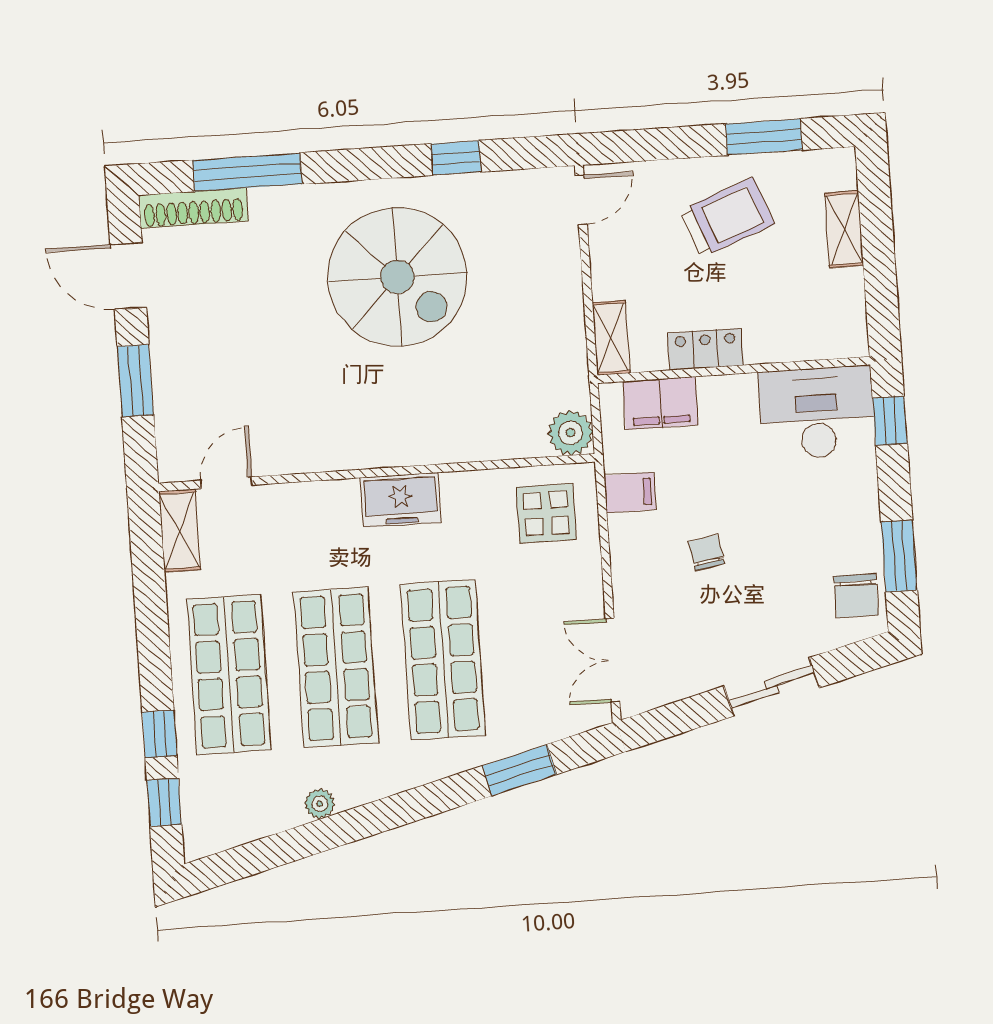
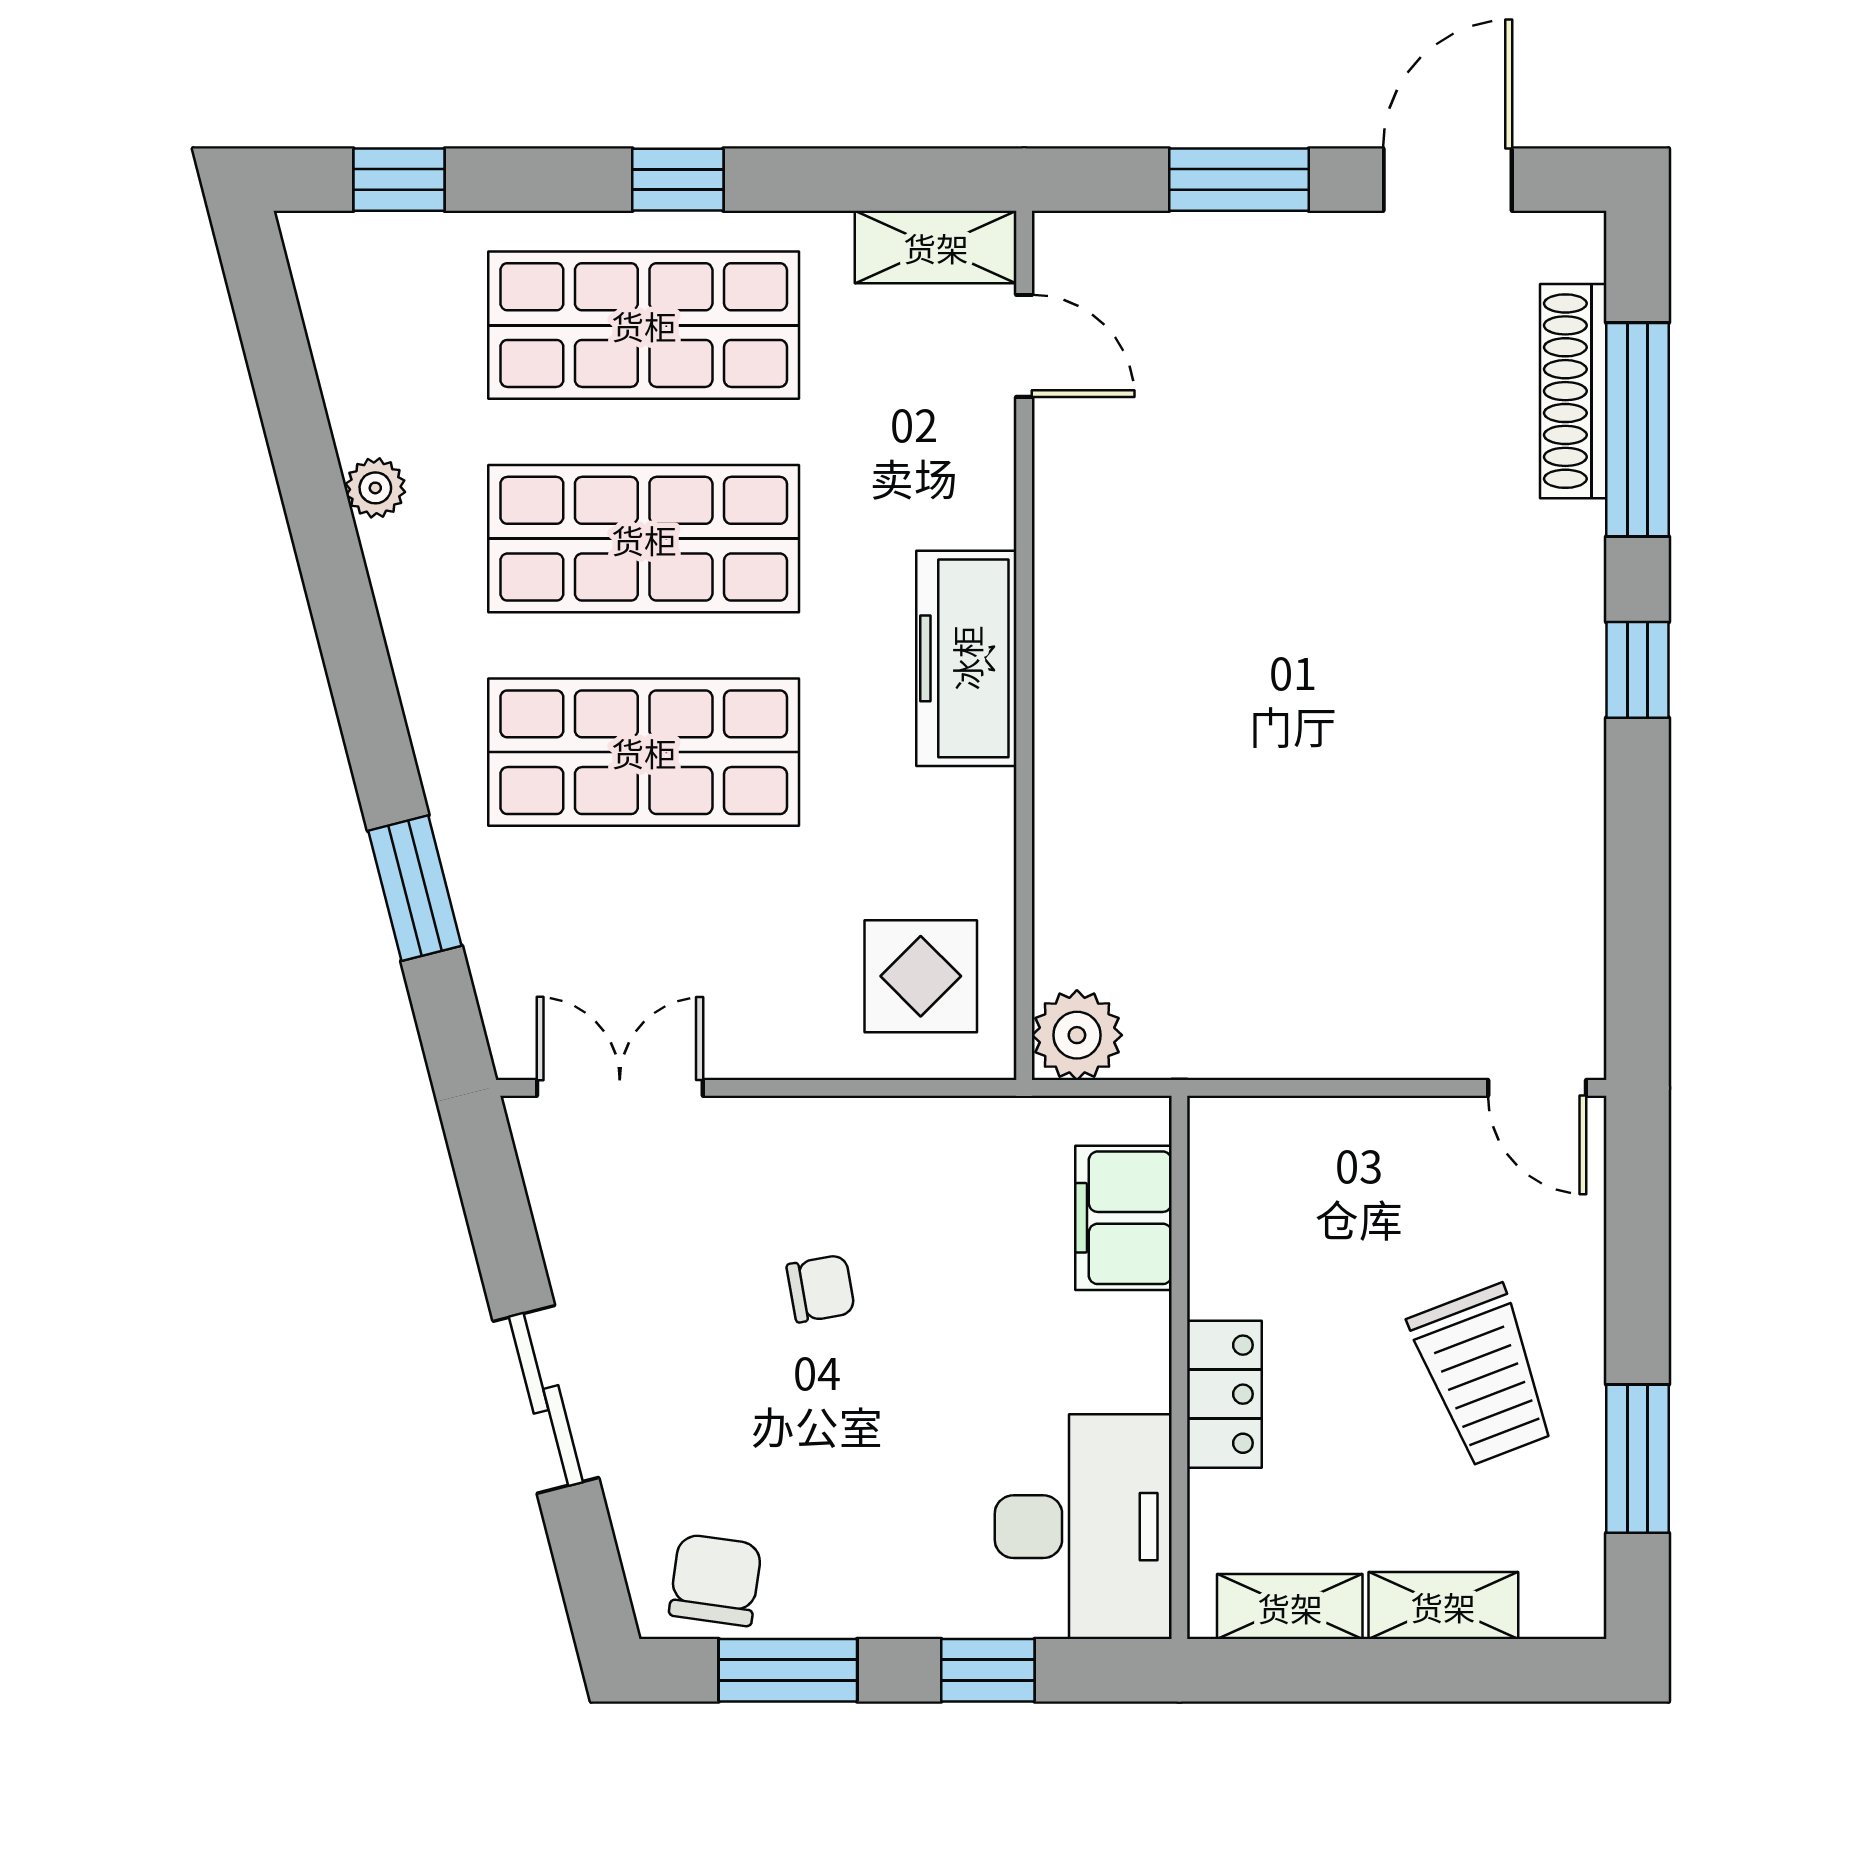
window: (456, 158) -> (1637, 670), moved
shoe rack: (193, 208) -> (1573, 391), moved
spiral stairs: (397, 277) -> (1409, 713), removed
shelving: (611, 338) -> (1290, 1607), moved
locker: (706, 349) -> (1224, 1394), moved
window: (890, 421) -> (988, 1670), moved
filing cabinet: (630, 492) -> (950, 1145), removed
freezer: (401, 500) -> (966, 658), width x1.40
chair: (856, 596) -> (715, 1580), turned 98
window: (160, 734) -> (678, 180), moved

